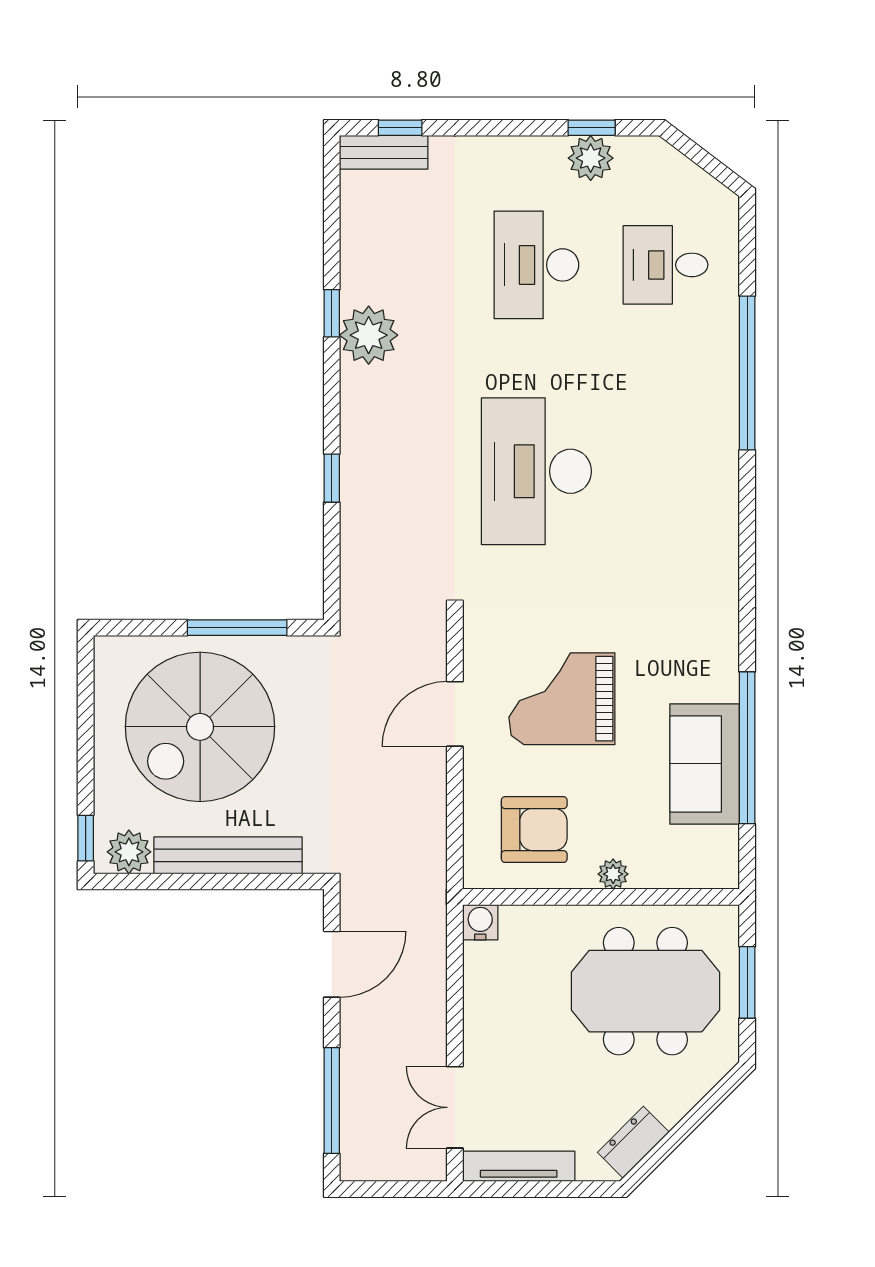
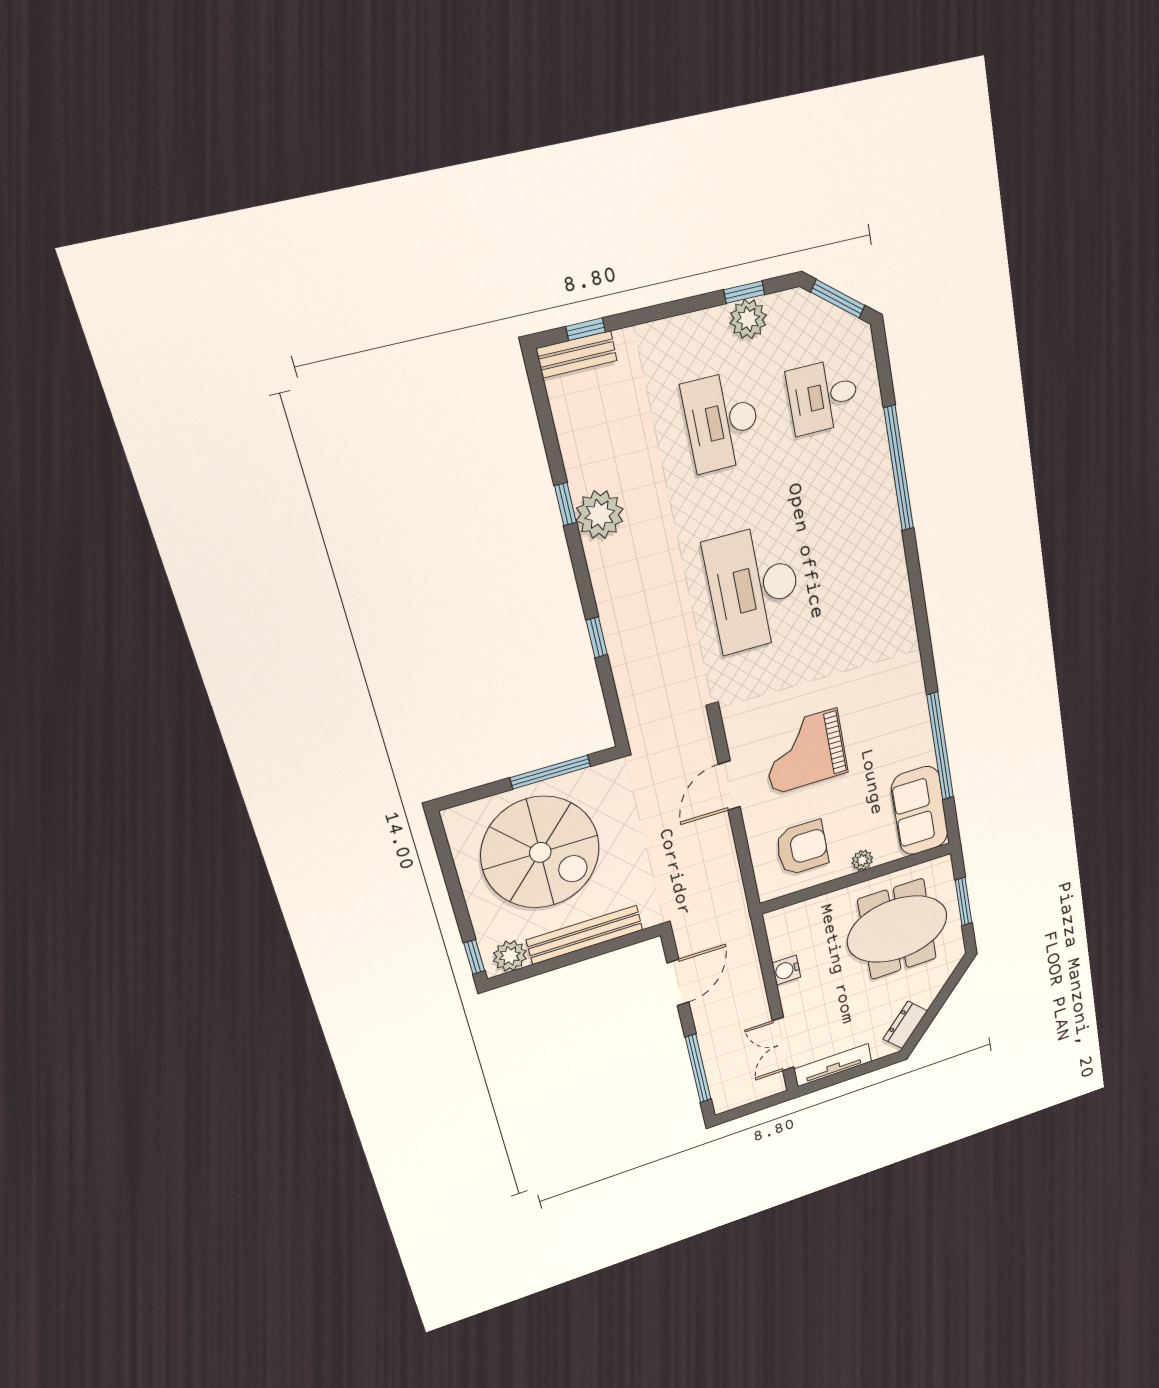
window: (703, 159) -> (838, 299), added
spiral stairs: (200, 727) -> (540, 852), turned -90
sofa: (705, 764) -> (920, 811), moved
water cooler: (480, 922) -> (786, 970), moved, turned -90

